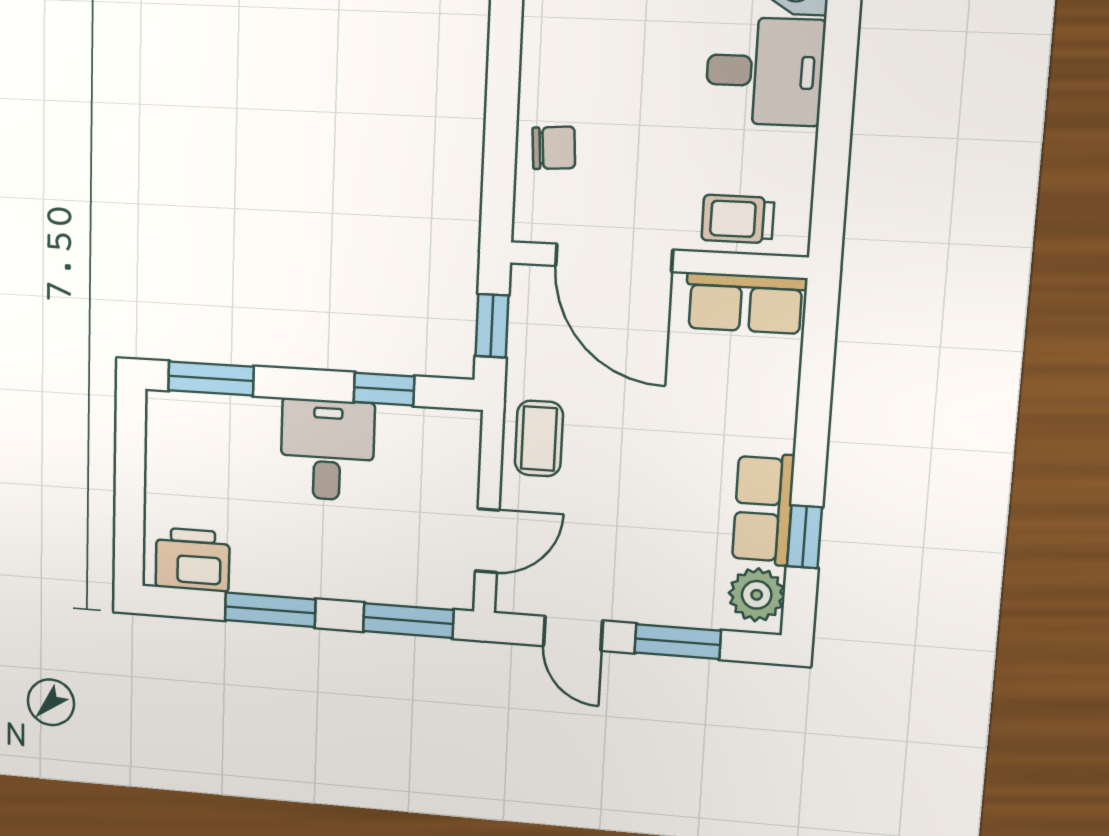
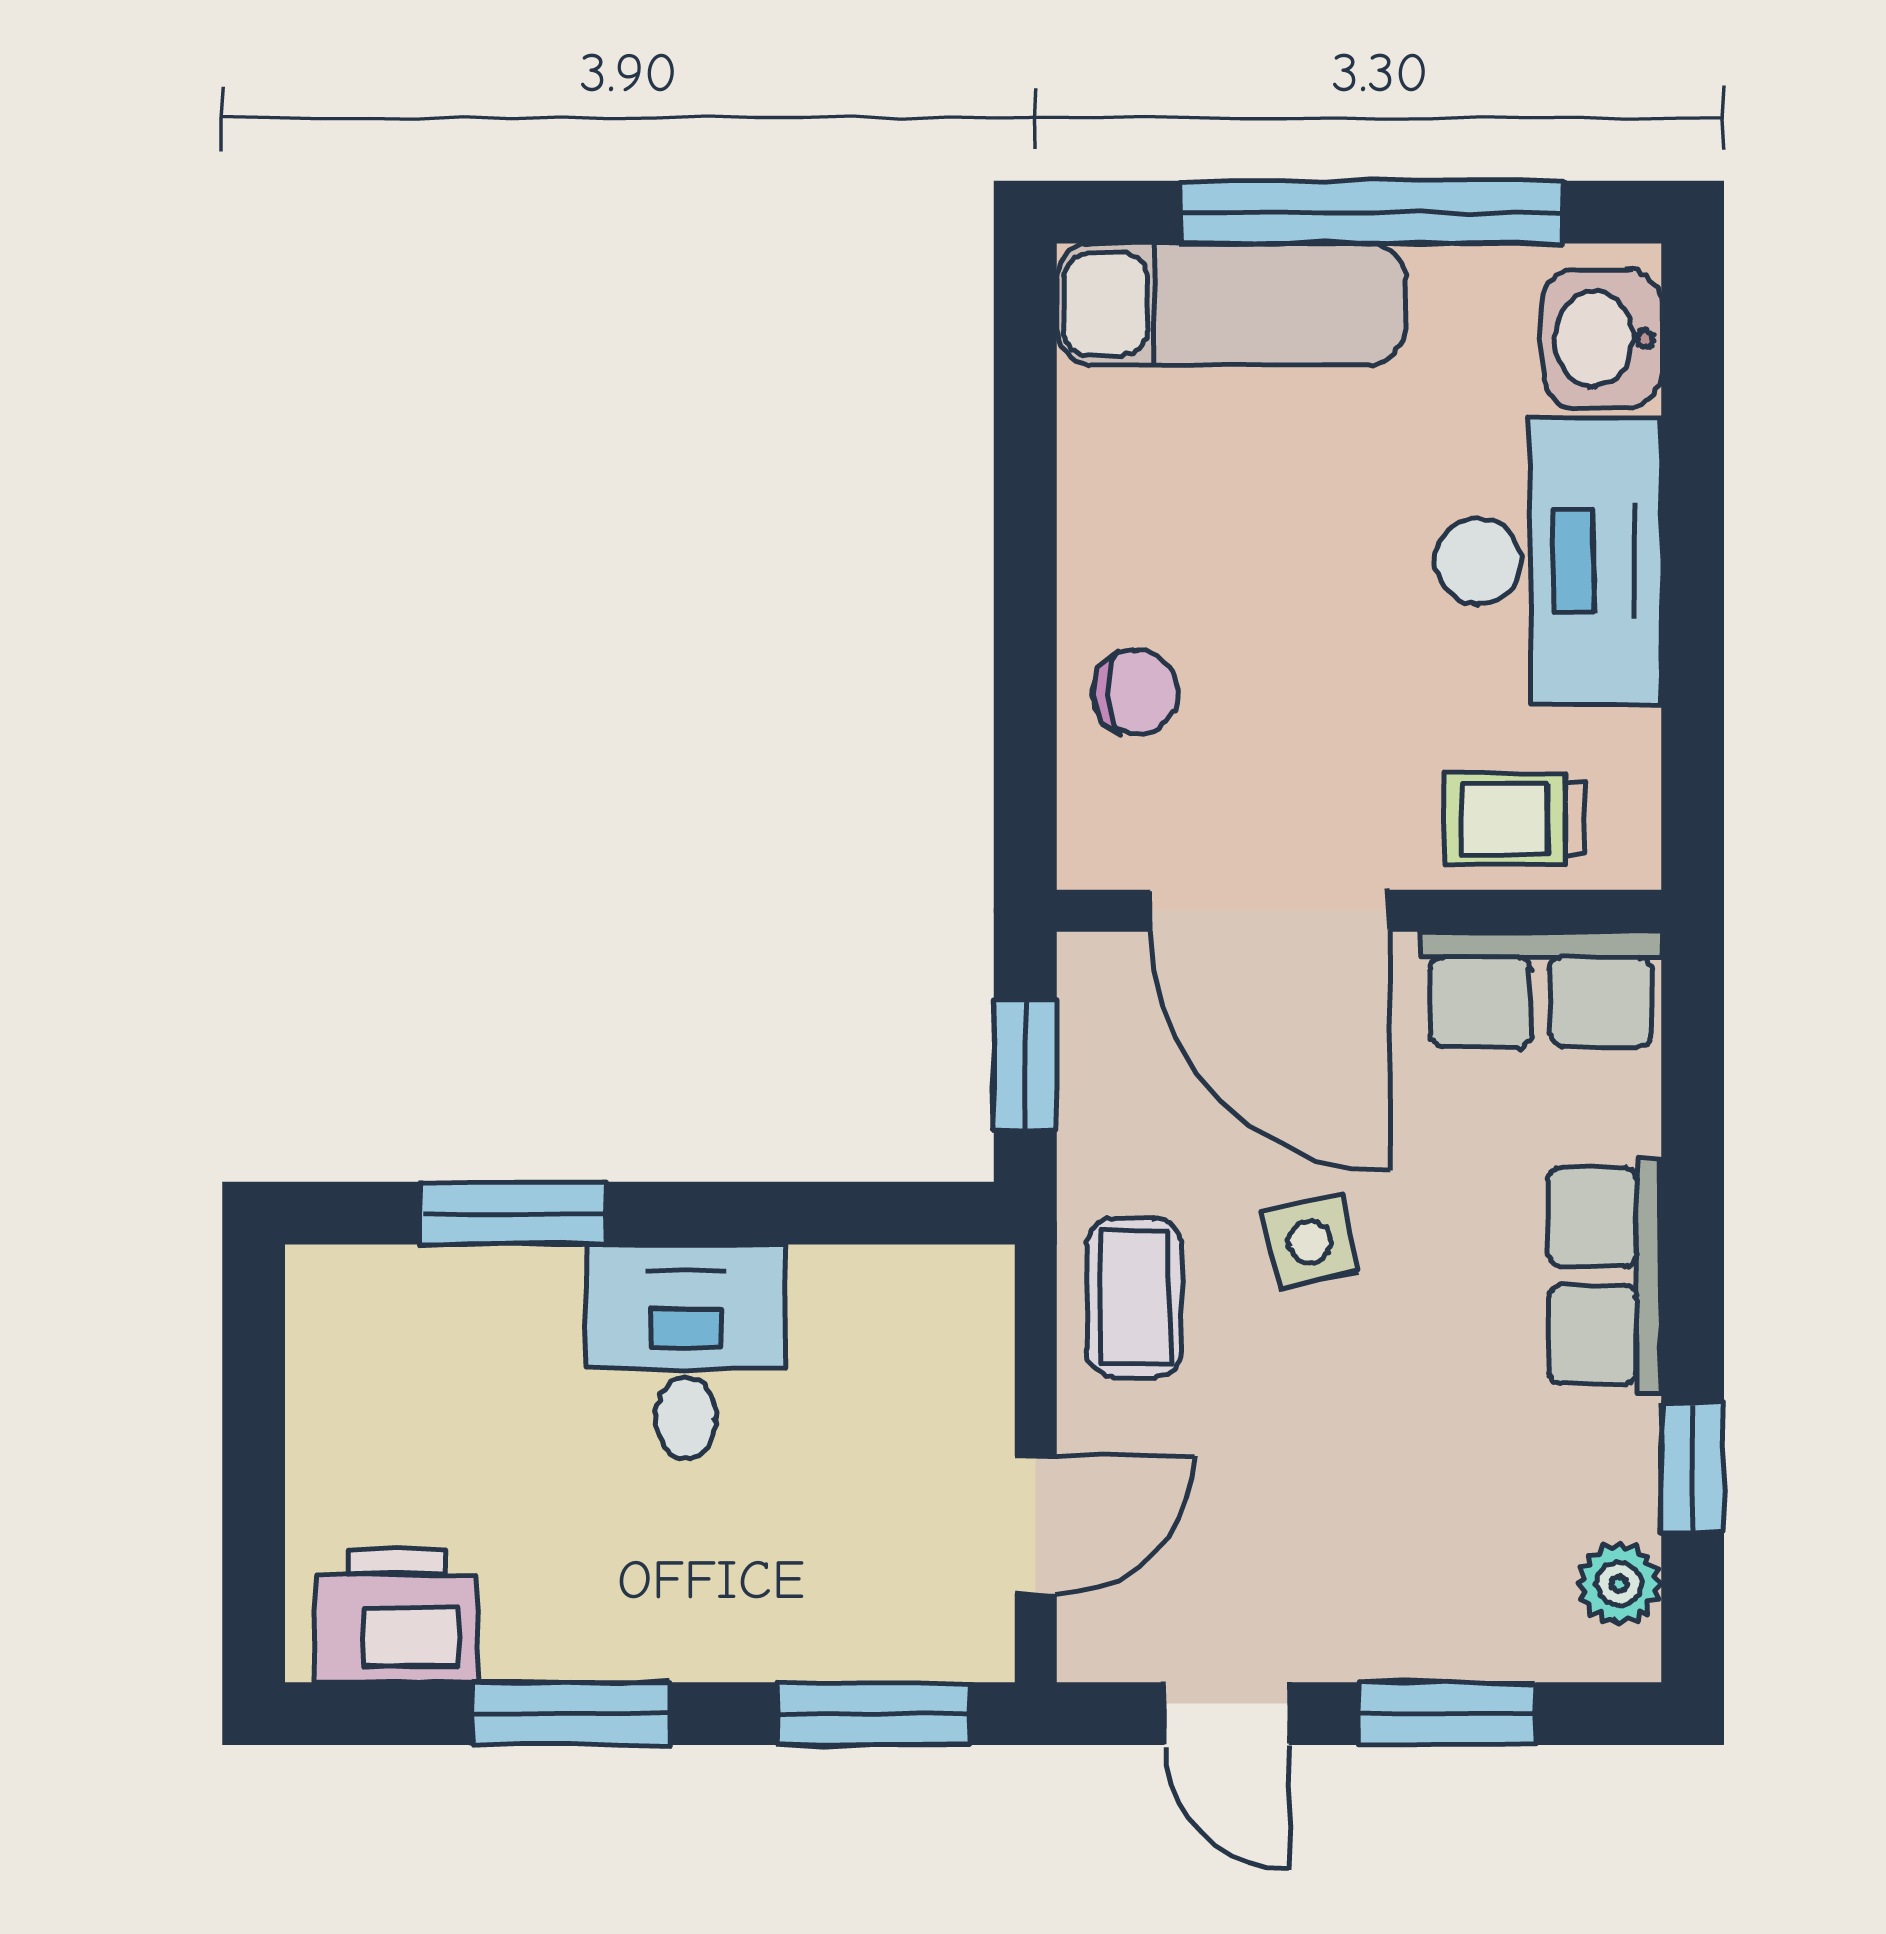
desk: (765, 71) -> (1548, 561), width x1.37
window: (211, 378) -> (513, 1213), moved
window: (384, 389) -> (803, 1213), removed
side table: (625, 418) -> (1310, 1242), added
row of seats: (763, 509) -> (1605, 1276), moved
plant: (757, 595) -> (1619, 1584), width x0.73, depth x0.73

